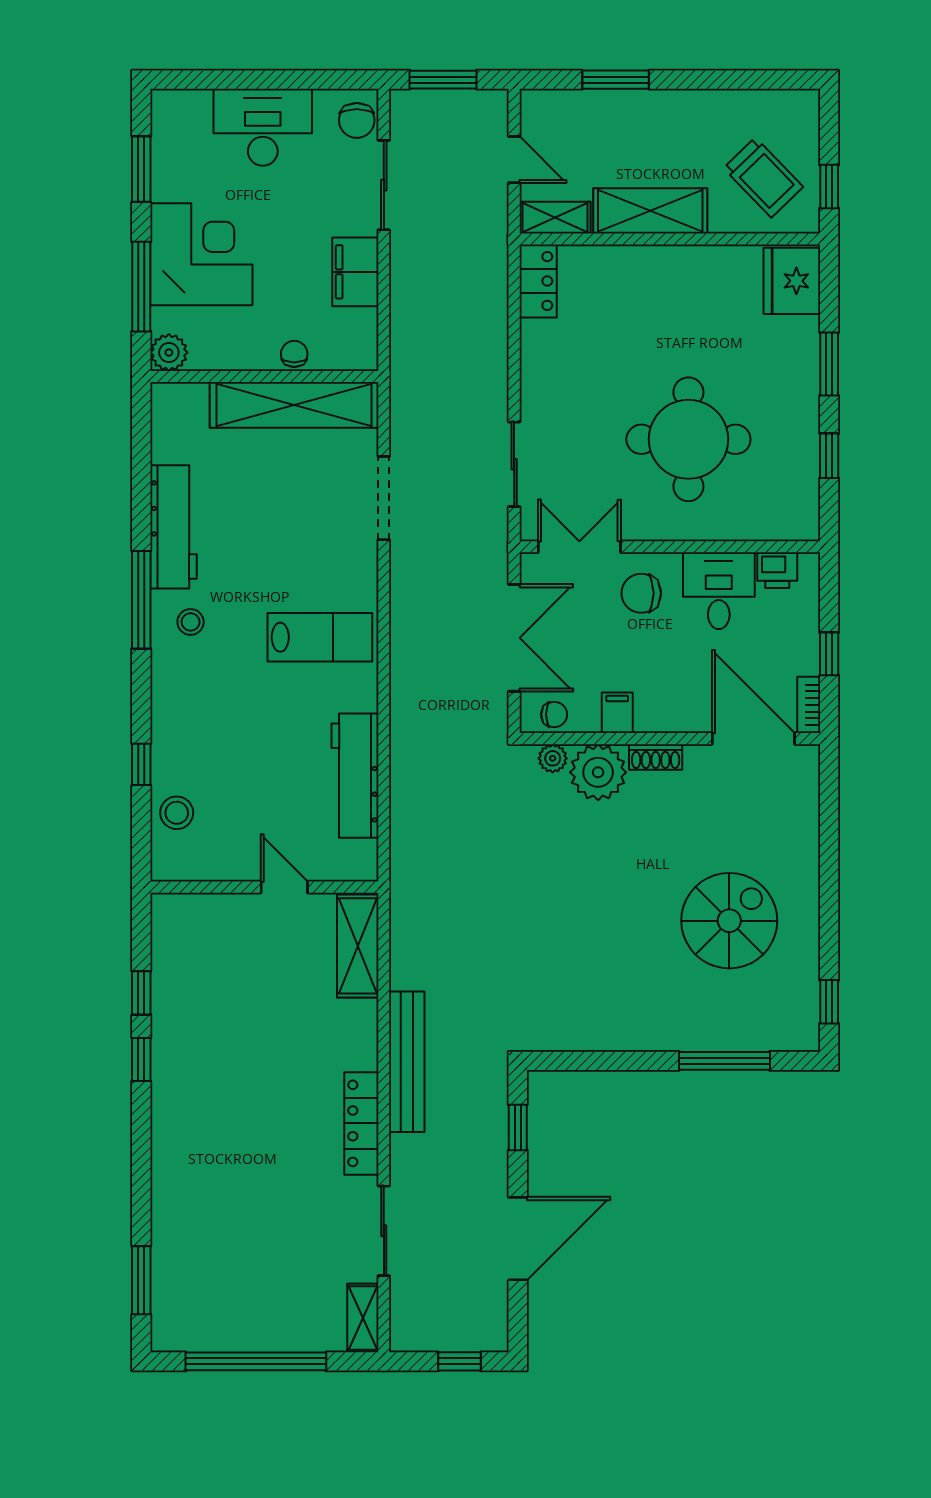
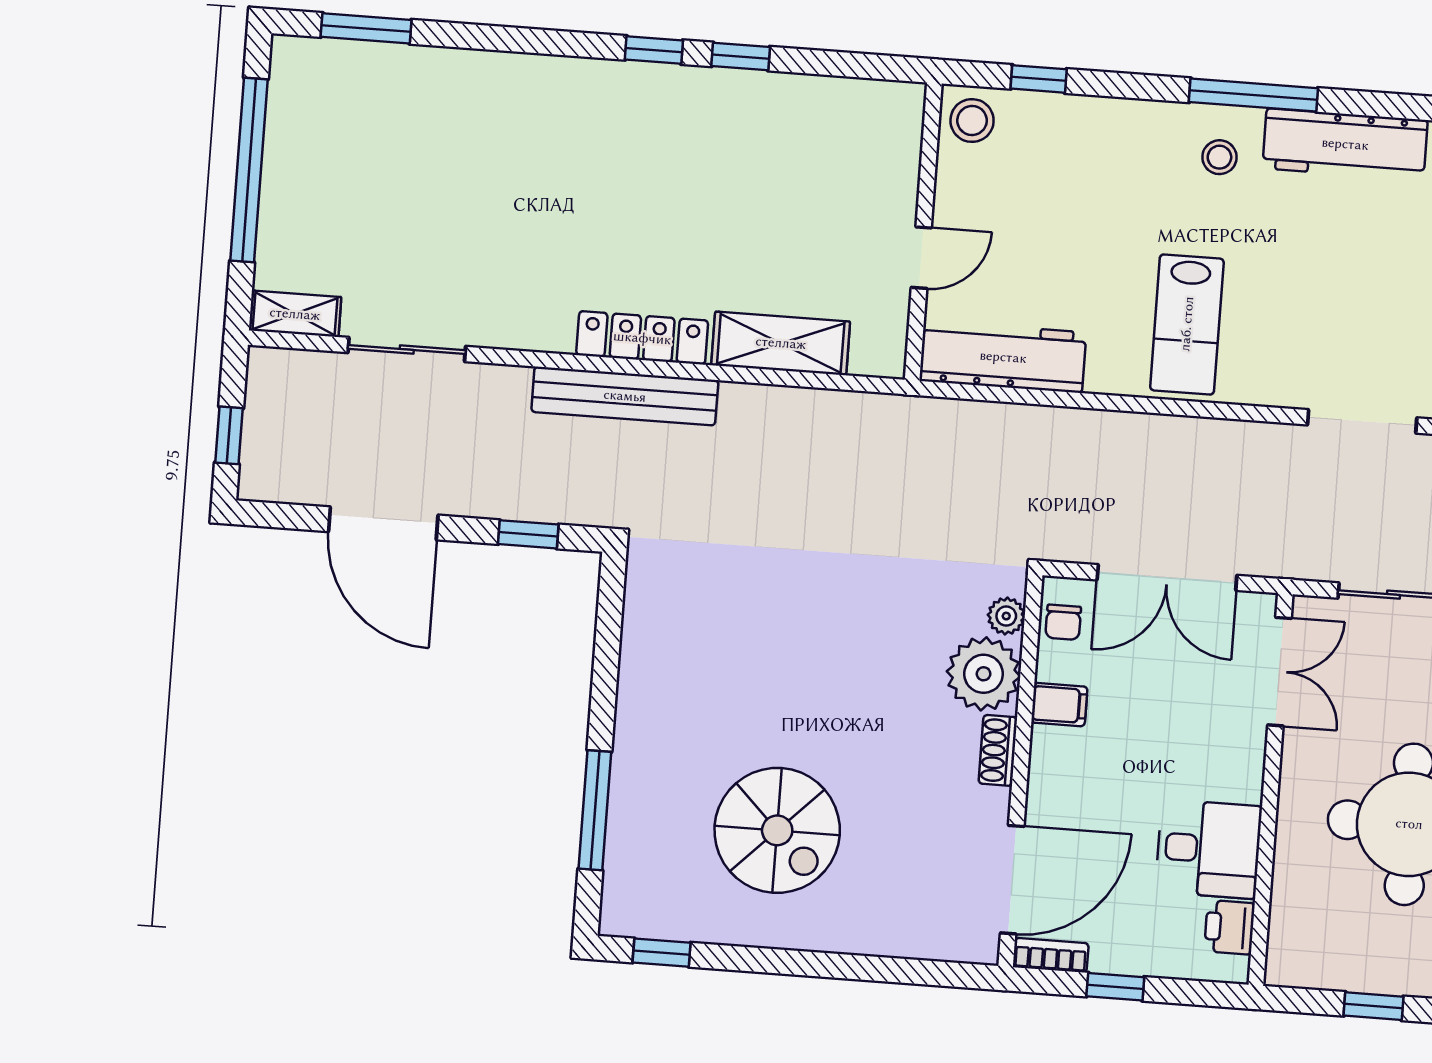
chair: (641, 593) -> (1213, 748), removed
wall: (264, 887) -> (923, 232), moved
door: (284, 887) -> (921, 258), moved
locker: (361, 1123) -> (642, 338), moved

